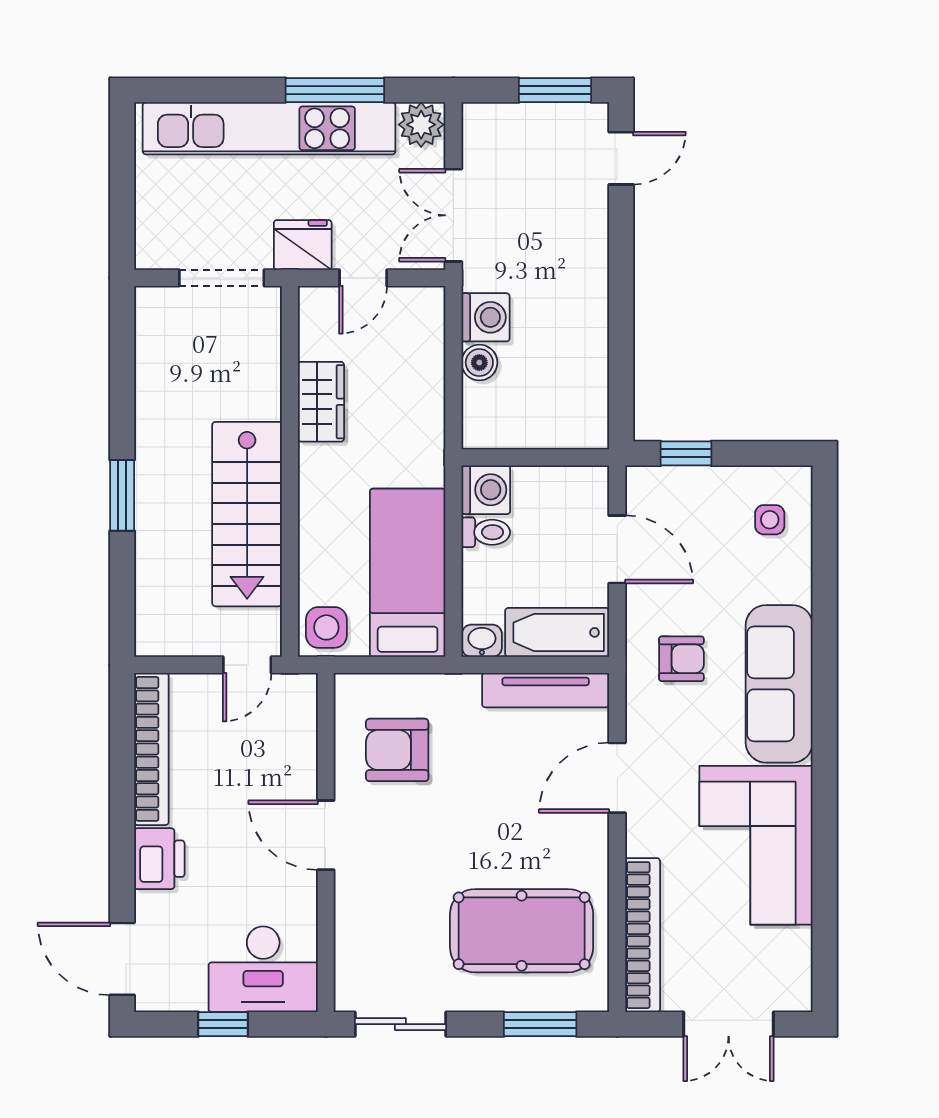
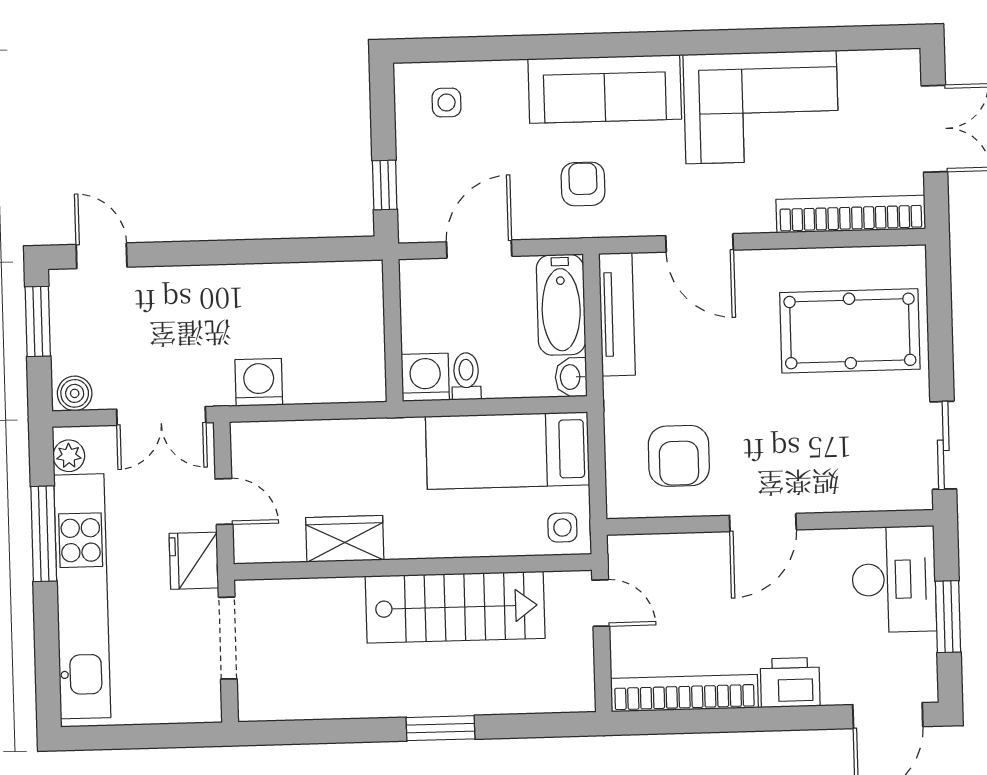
plant: (421, 125) -> (69, 456), width x0.73, depth x0.73
boiler: (479, 363) -> (75, 393), moved
side table: (326, 627) -> (562, 528), width x0.73, depth x0.73
pool table: (522, 931) -> (850, 331), turned 90
window: (223, 1024) -> (948, 617), width x1.50
window: (540, 1024) -> (939, 311), removed

